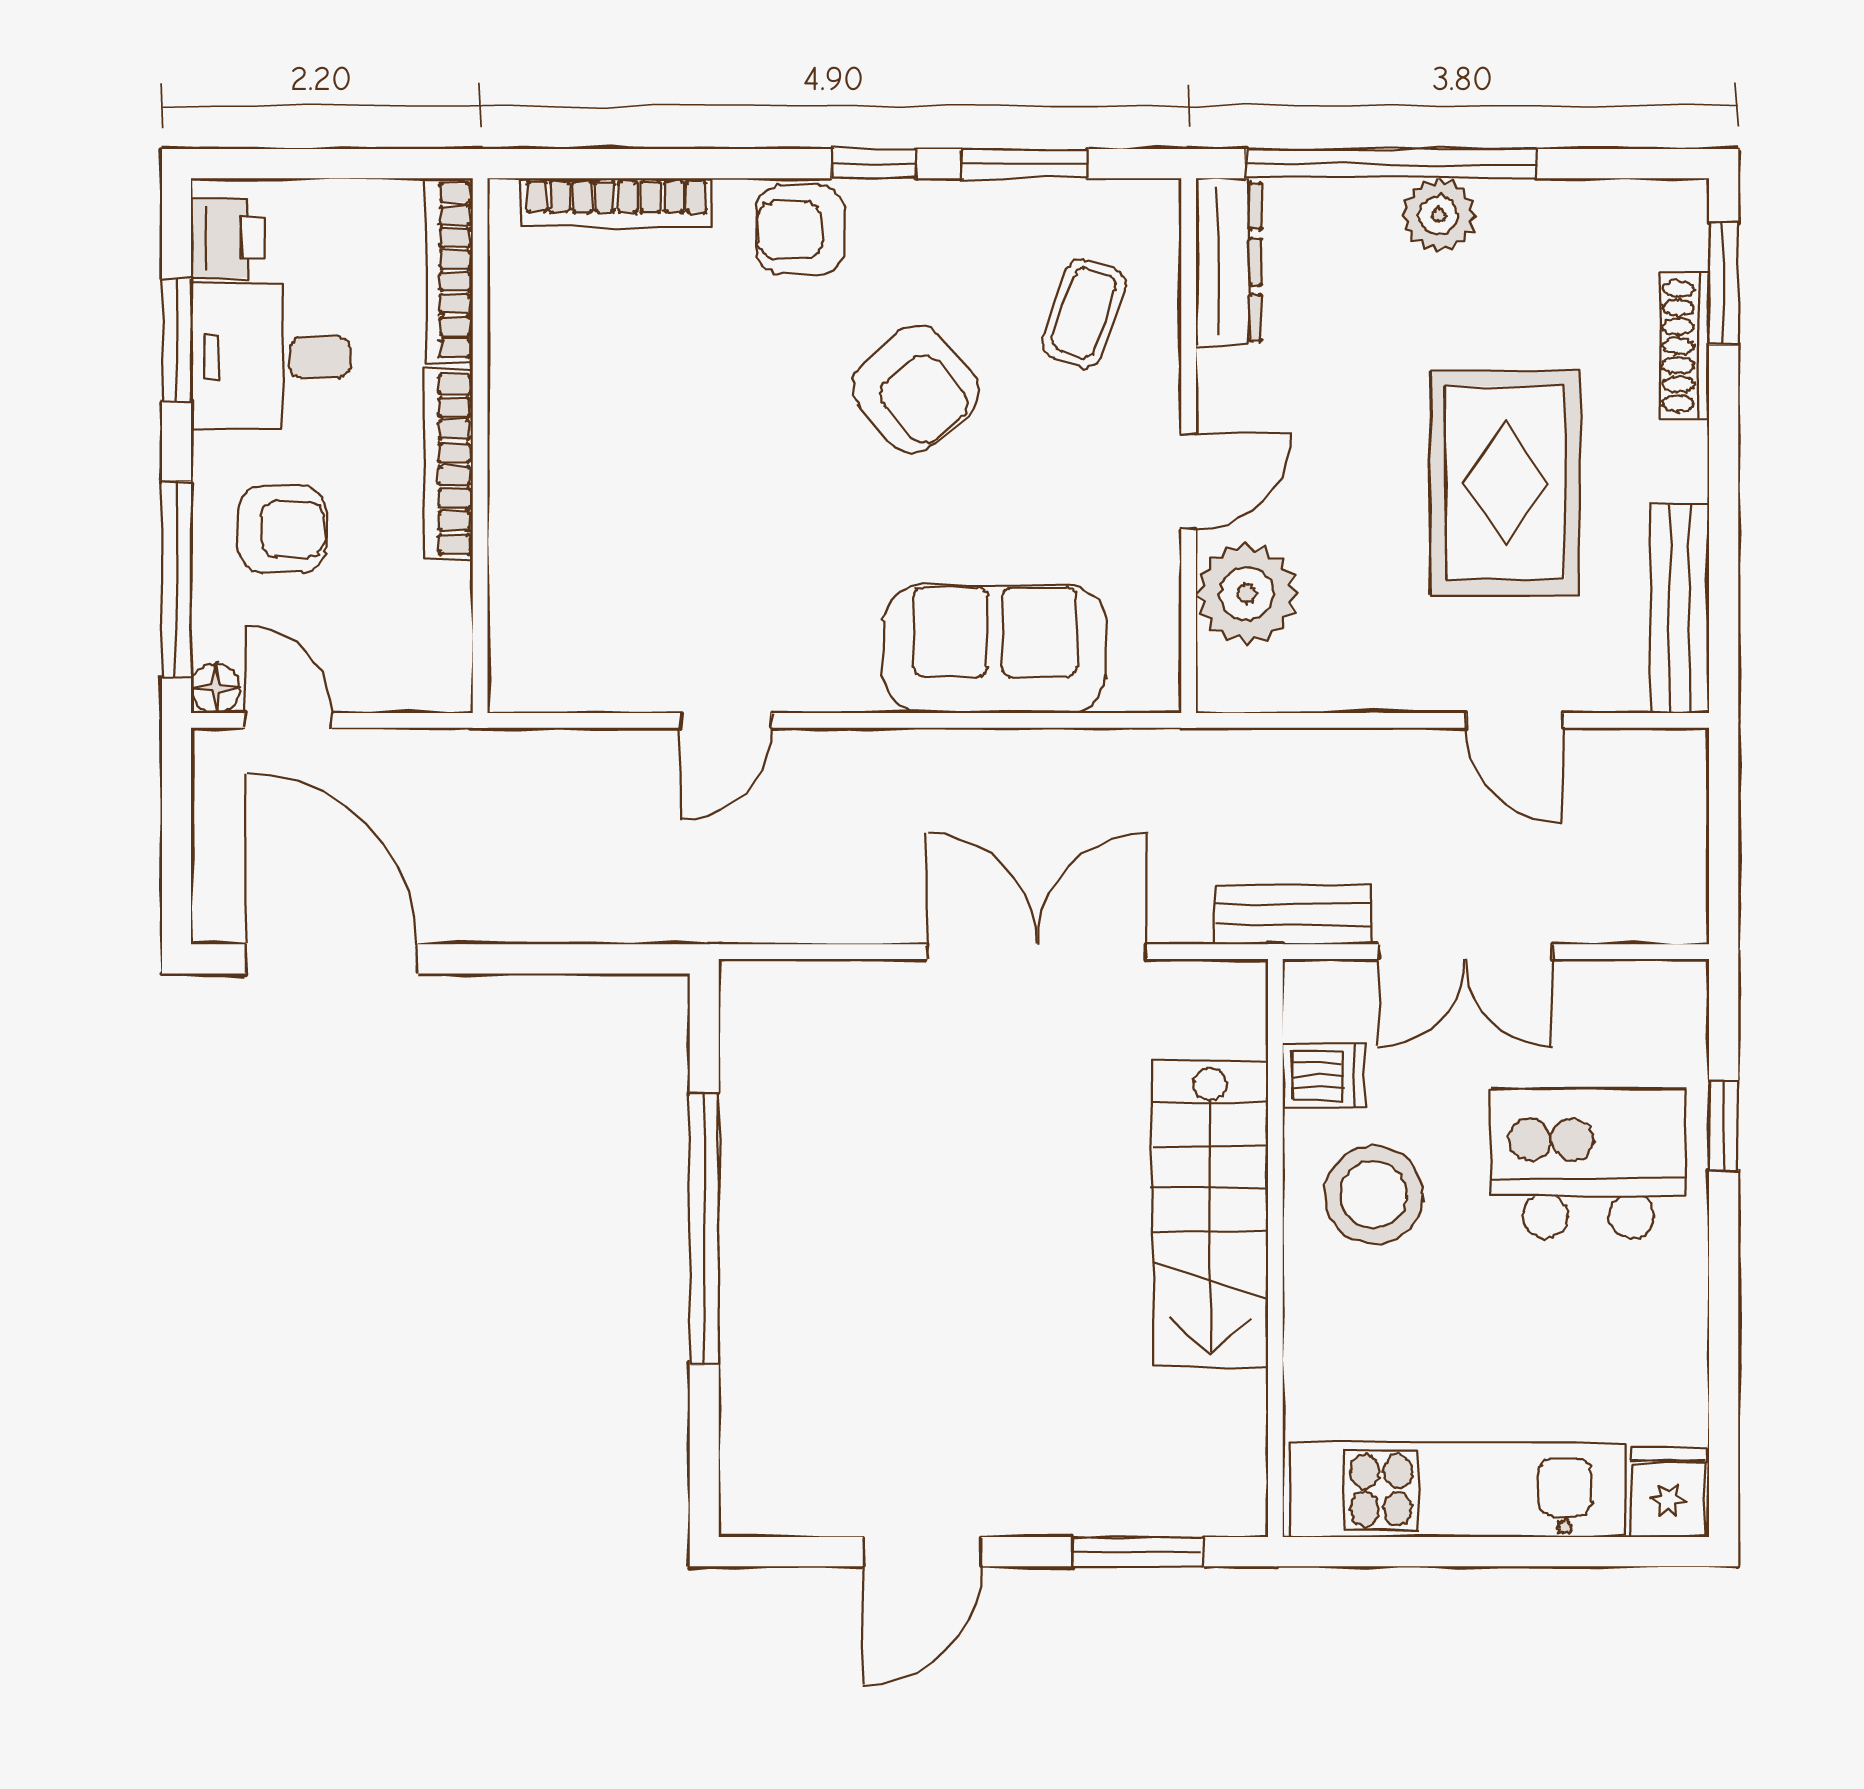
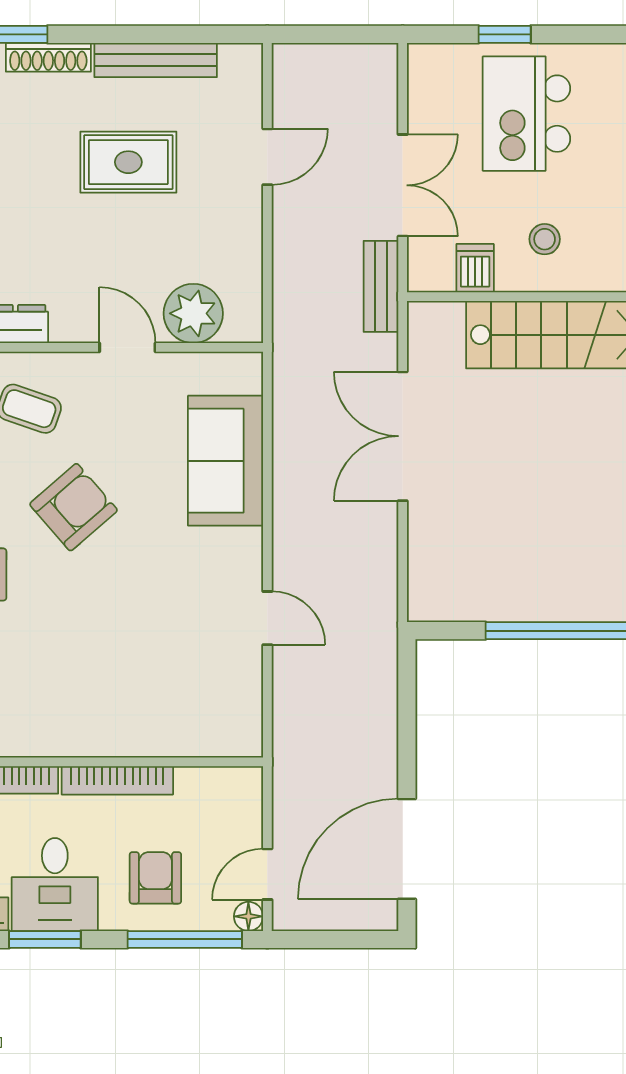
rug: (1505, 483) -> (128, 162), width x0.73, depth x0.70
bench: (1680, 608) -> (156, 60), moved
stool: (1373, 1194) -> (545, 239), width x0.53, depth x0.53

